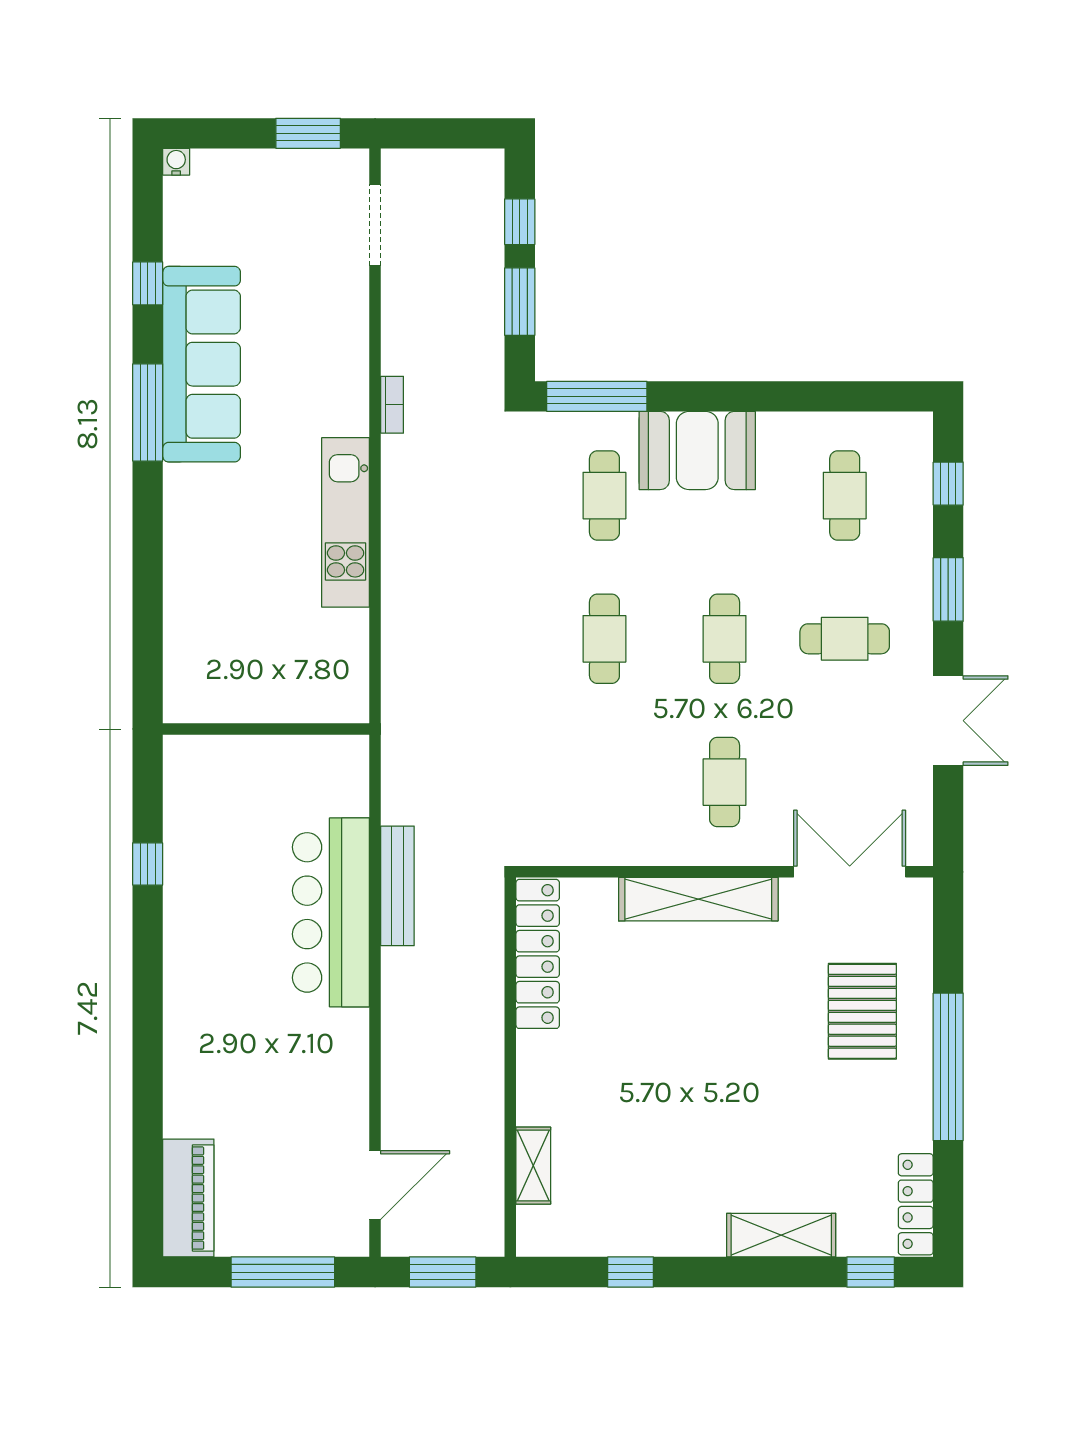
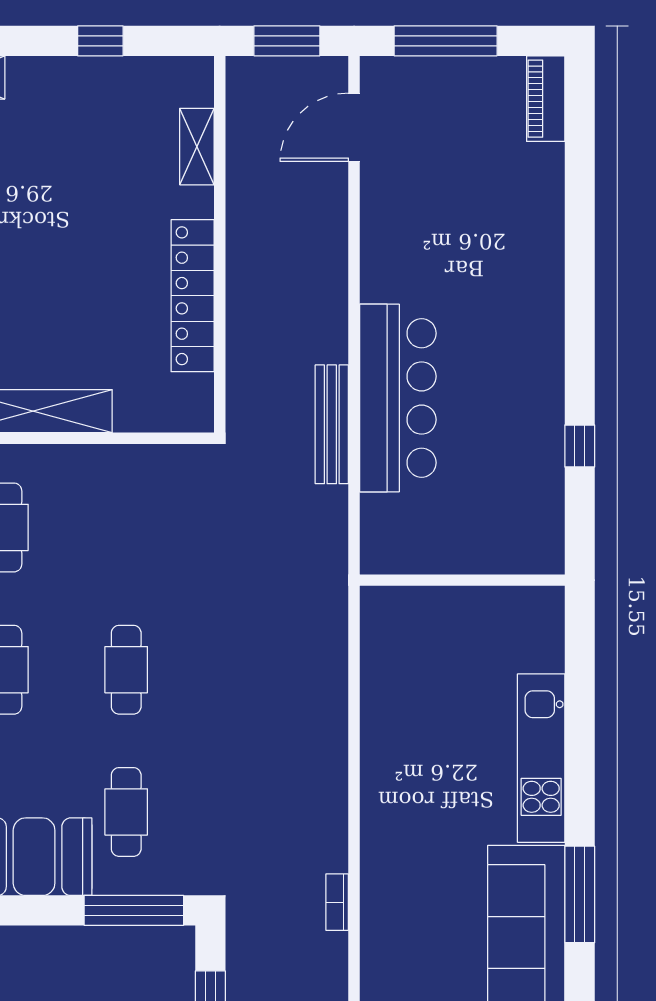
kitchen unit: (346, 522) -> (541, 758), moved, turned 180
locker: (538, 954) -> (193, 296), moved
piano: (188, 1198) -> (546, 99), width x0.73, depth x0.75

